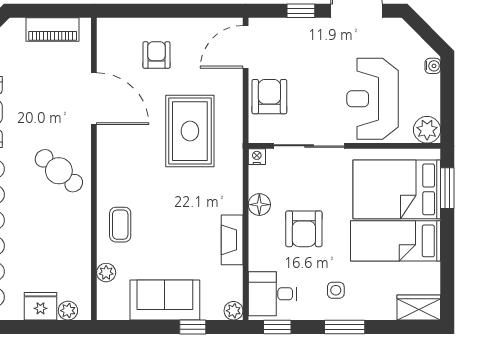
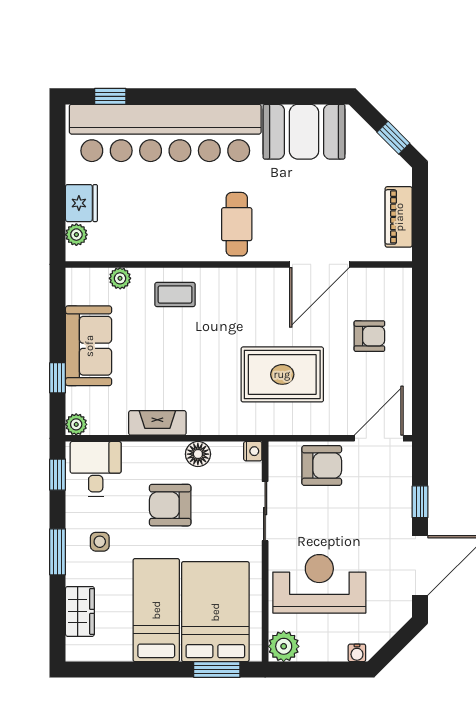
door: (246, 47) -> (379, 438), hinge flipped
sliding door: (309, 146) -> (265, 511), width x0.73
cafe table: (59, 171) -> (237, 224), turned -40
wardrobe: (419, 308) -> (80, 611), moved

